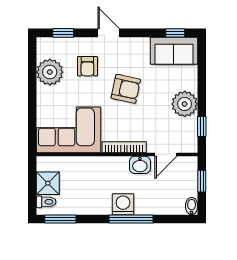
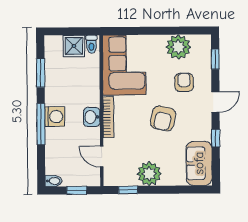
window: (175, 33) -> (216, 138), moved
armchair: (87, 66) -> (184, 82), turned 90
washbasin: (140, 165) -> (92, 117), moved
toilet: (46, 202) -> (91, 44), moved
window: (60, 219) -> (40, 73), moved

